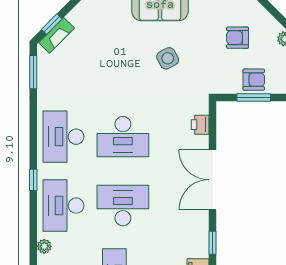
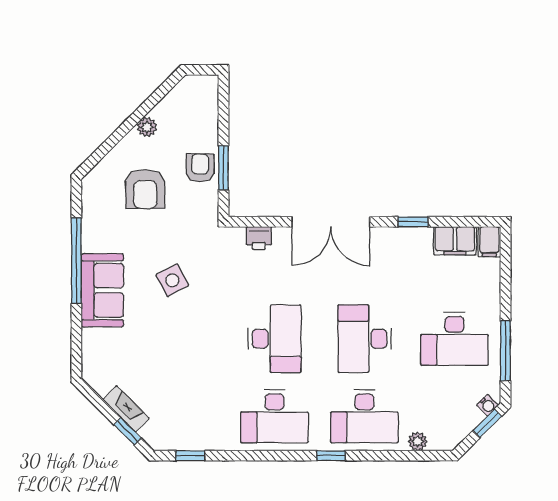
fireplace: (57, 35) -> (126, 409), moved
armchair: (238, 38) -> (145, 189), width x1.38, depth x1.38
window: (33, 72) -> (190, 456), width x0.67

